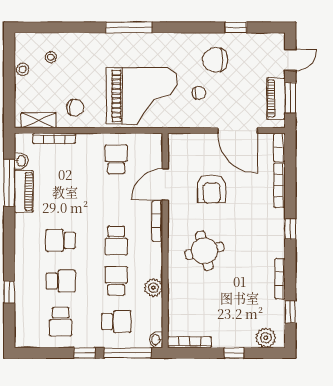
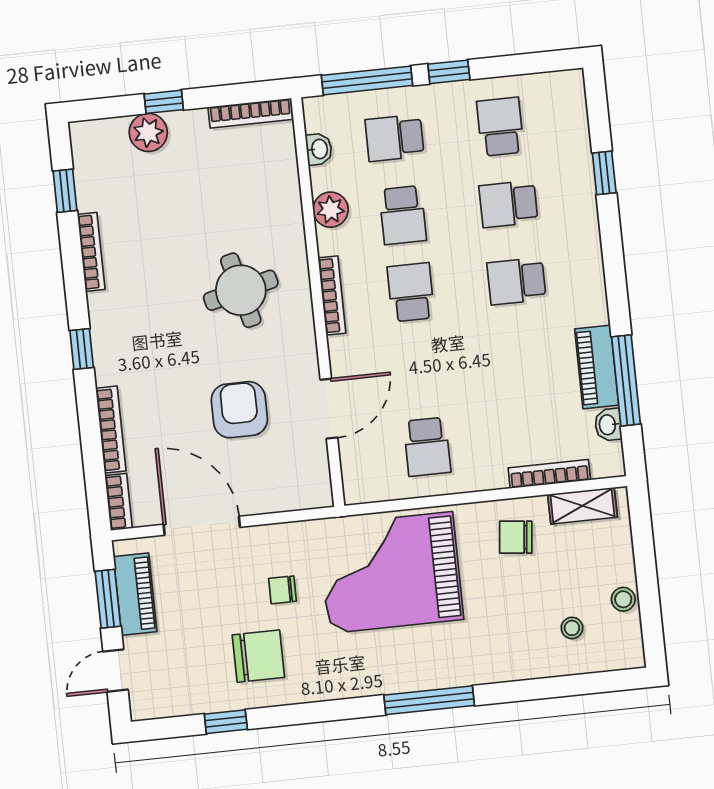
bookcase: (157, 221) -> (332, 295), moved
school desk: (61, 240) -> (516, 281), turned 180
plant: (266, 338) -> (148, 132), moved
washbasin: (156, 340) -> (319, 149), moved

